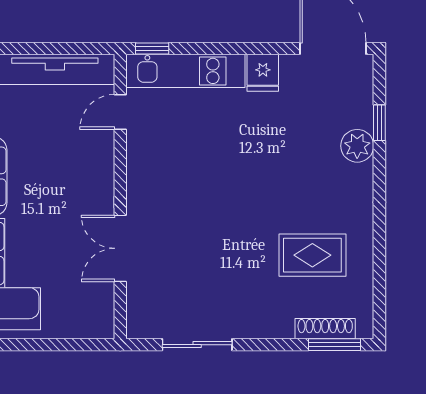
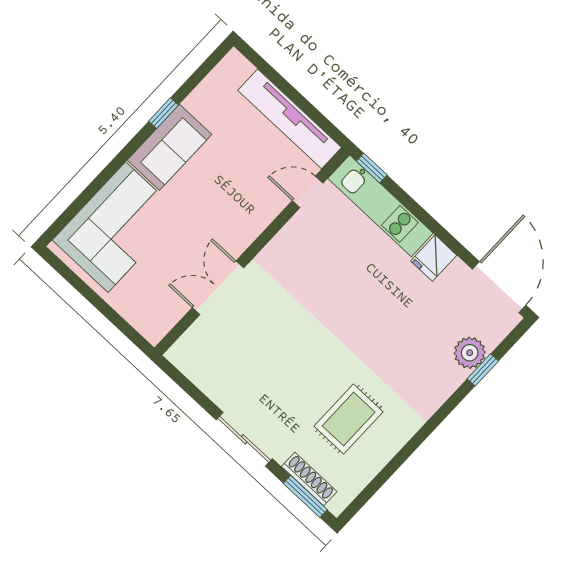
plant: (357, 146) -> (470, 353), moved
rug: (312, 255) -> (349, 419), turned 90
sliding door: (197, 345) -> (244, 439), moved

